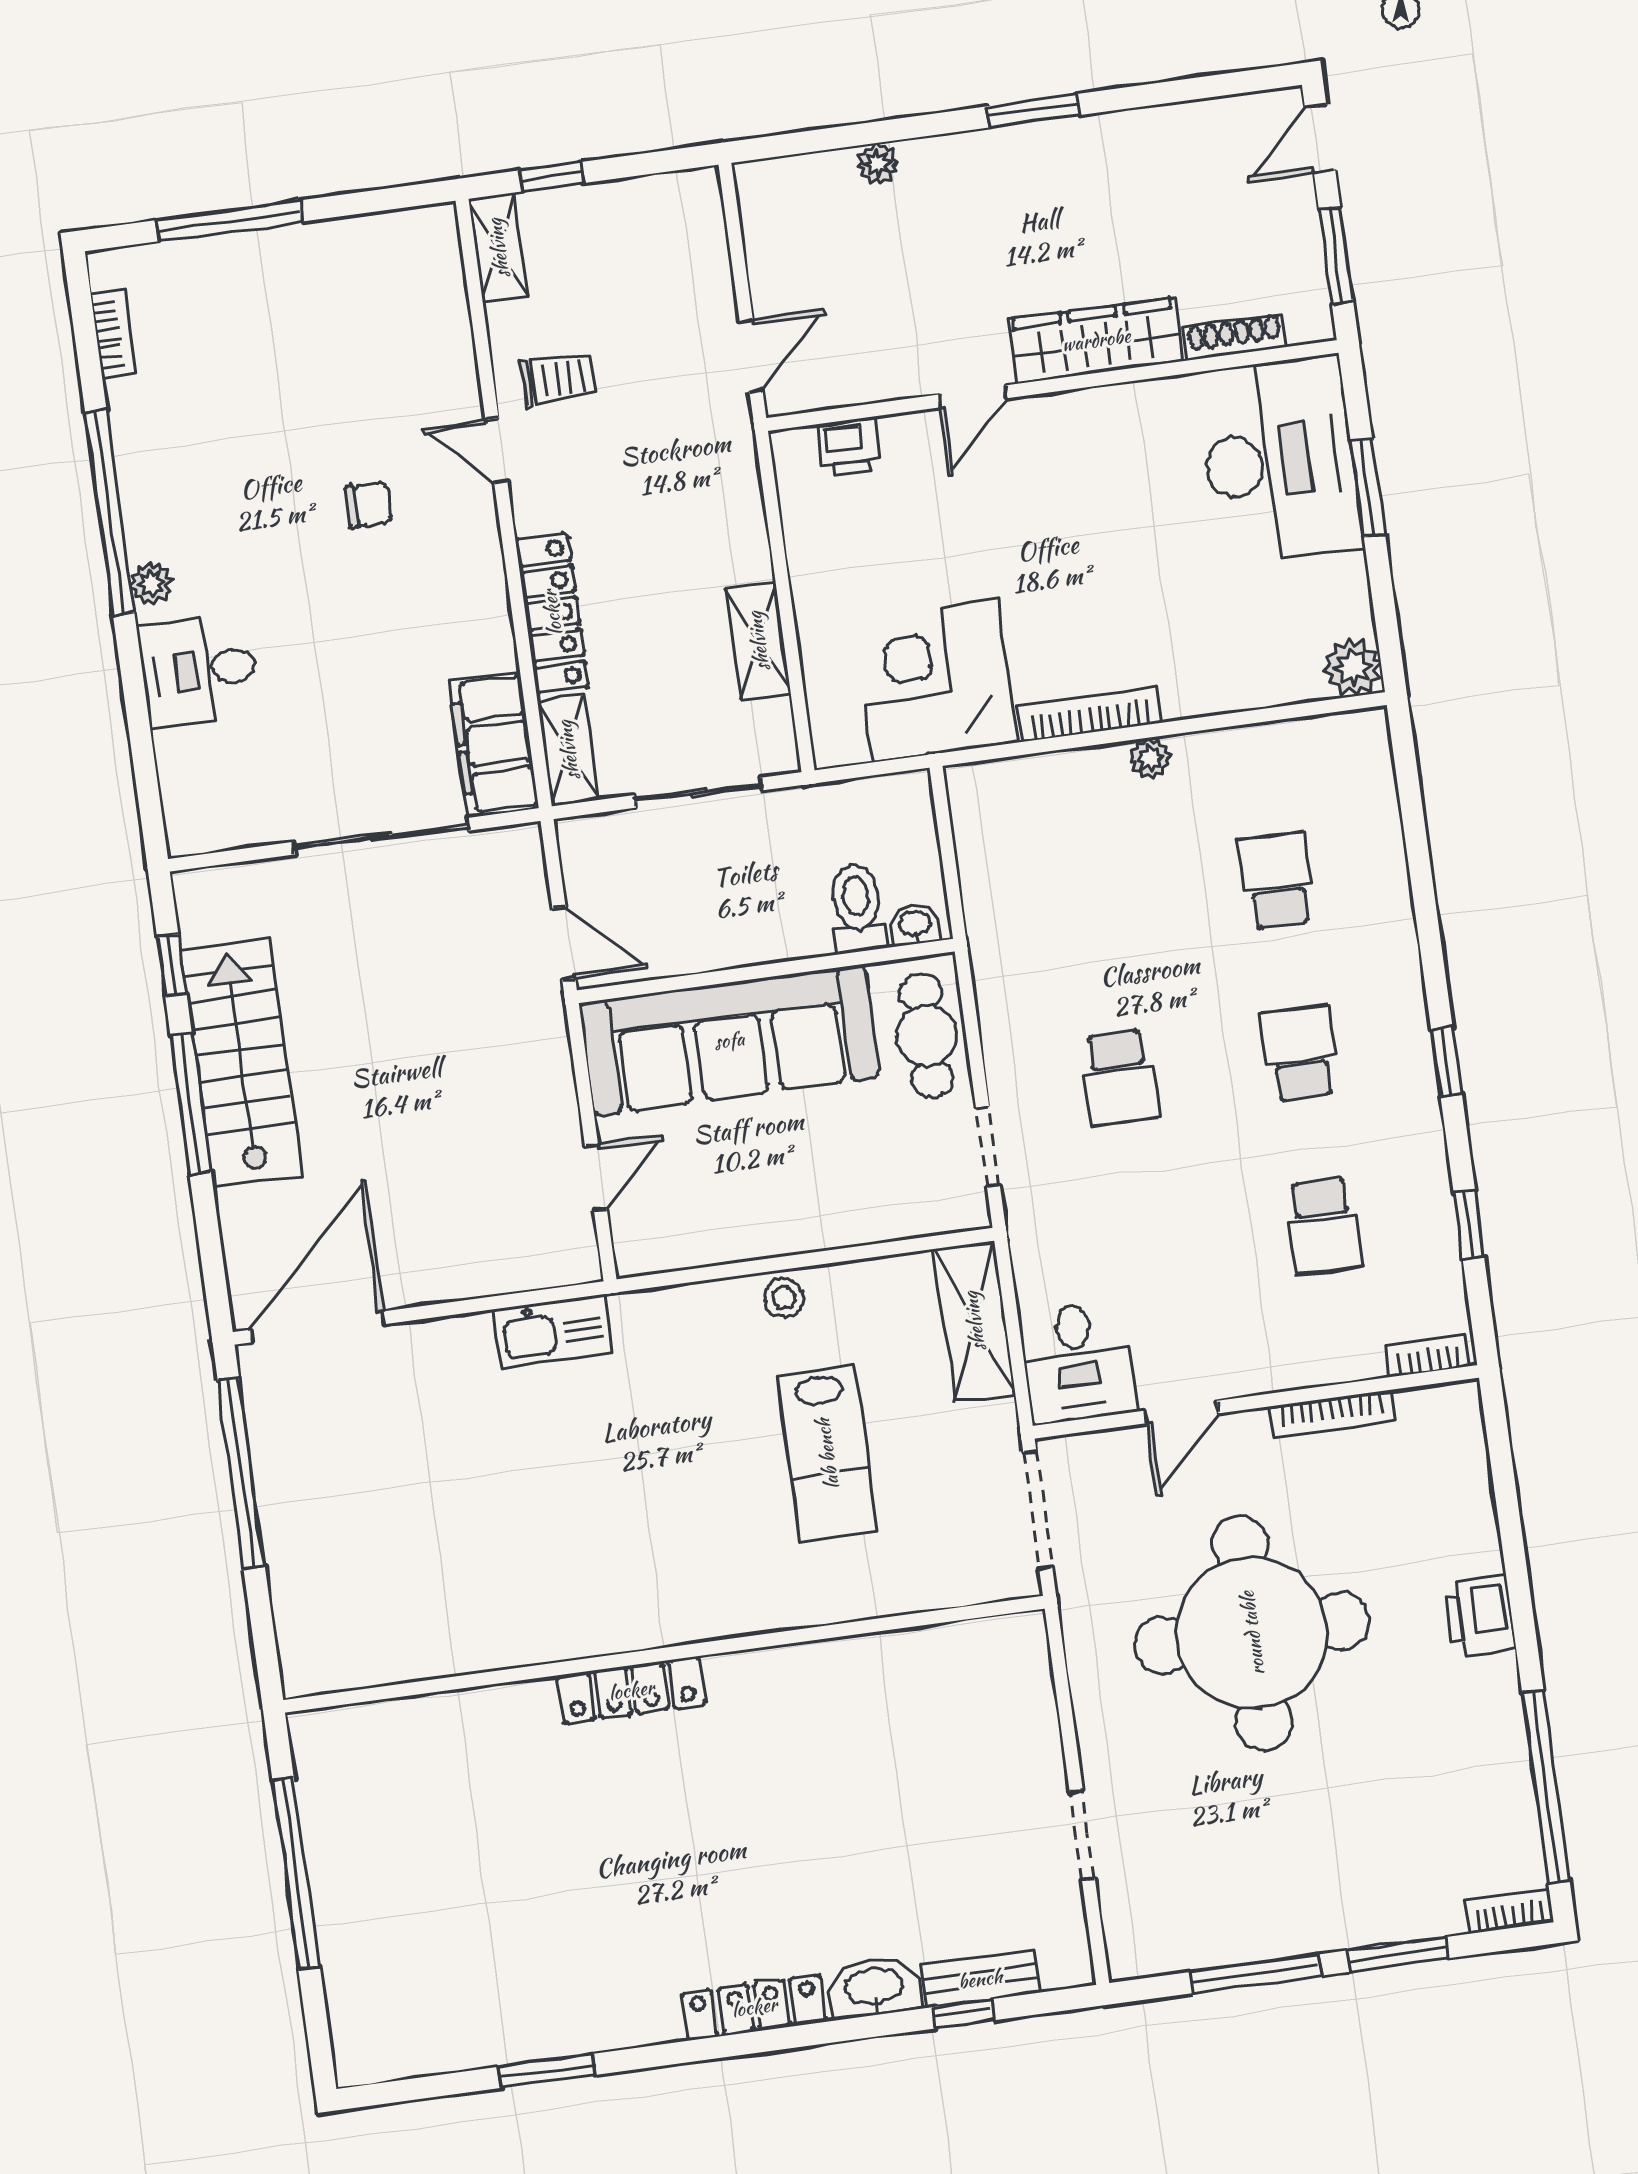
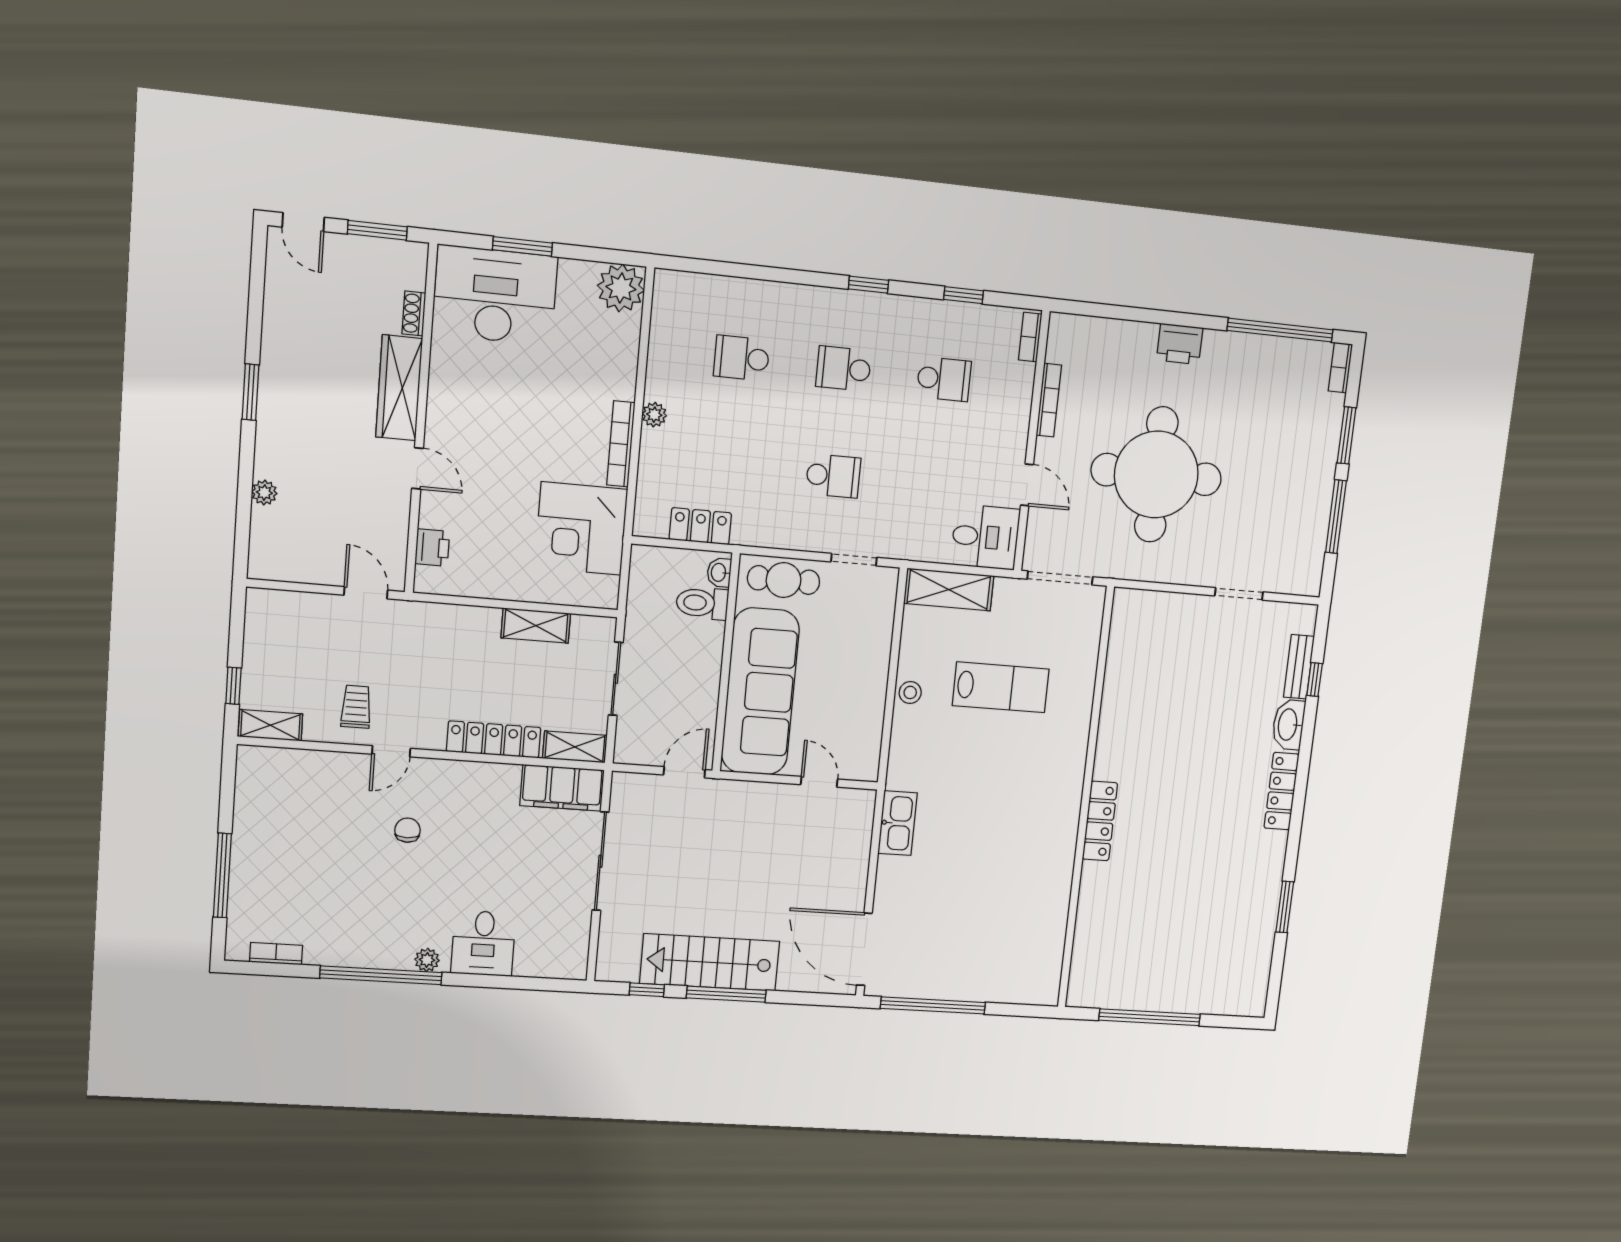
shoe rack: (1234, 337) -> (414, 313), width x0.70
plant: (1353, 668) -> (621, 288), width x1.36, depth x1.36
locker: (985, 875) -> (700, 526), added

